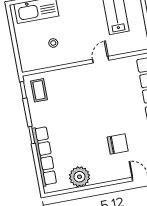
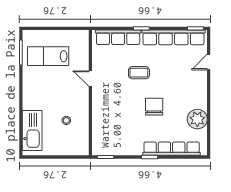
coffee table: (39, 90) -> (139, 73), moved
chair: (118, 144) -> (154, 107), moved

